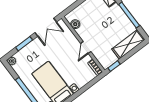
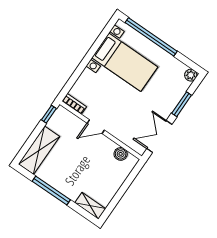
door: (86, 48) -> (96, 127), swing flipped

